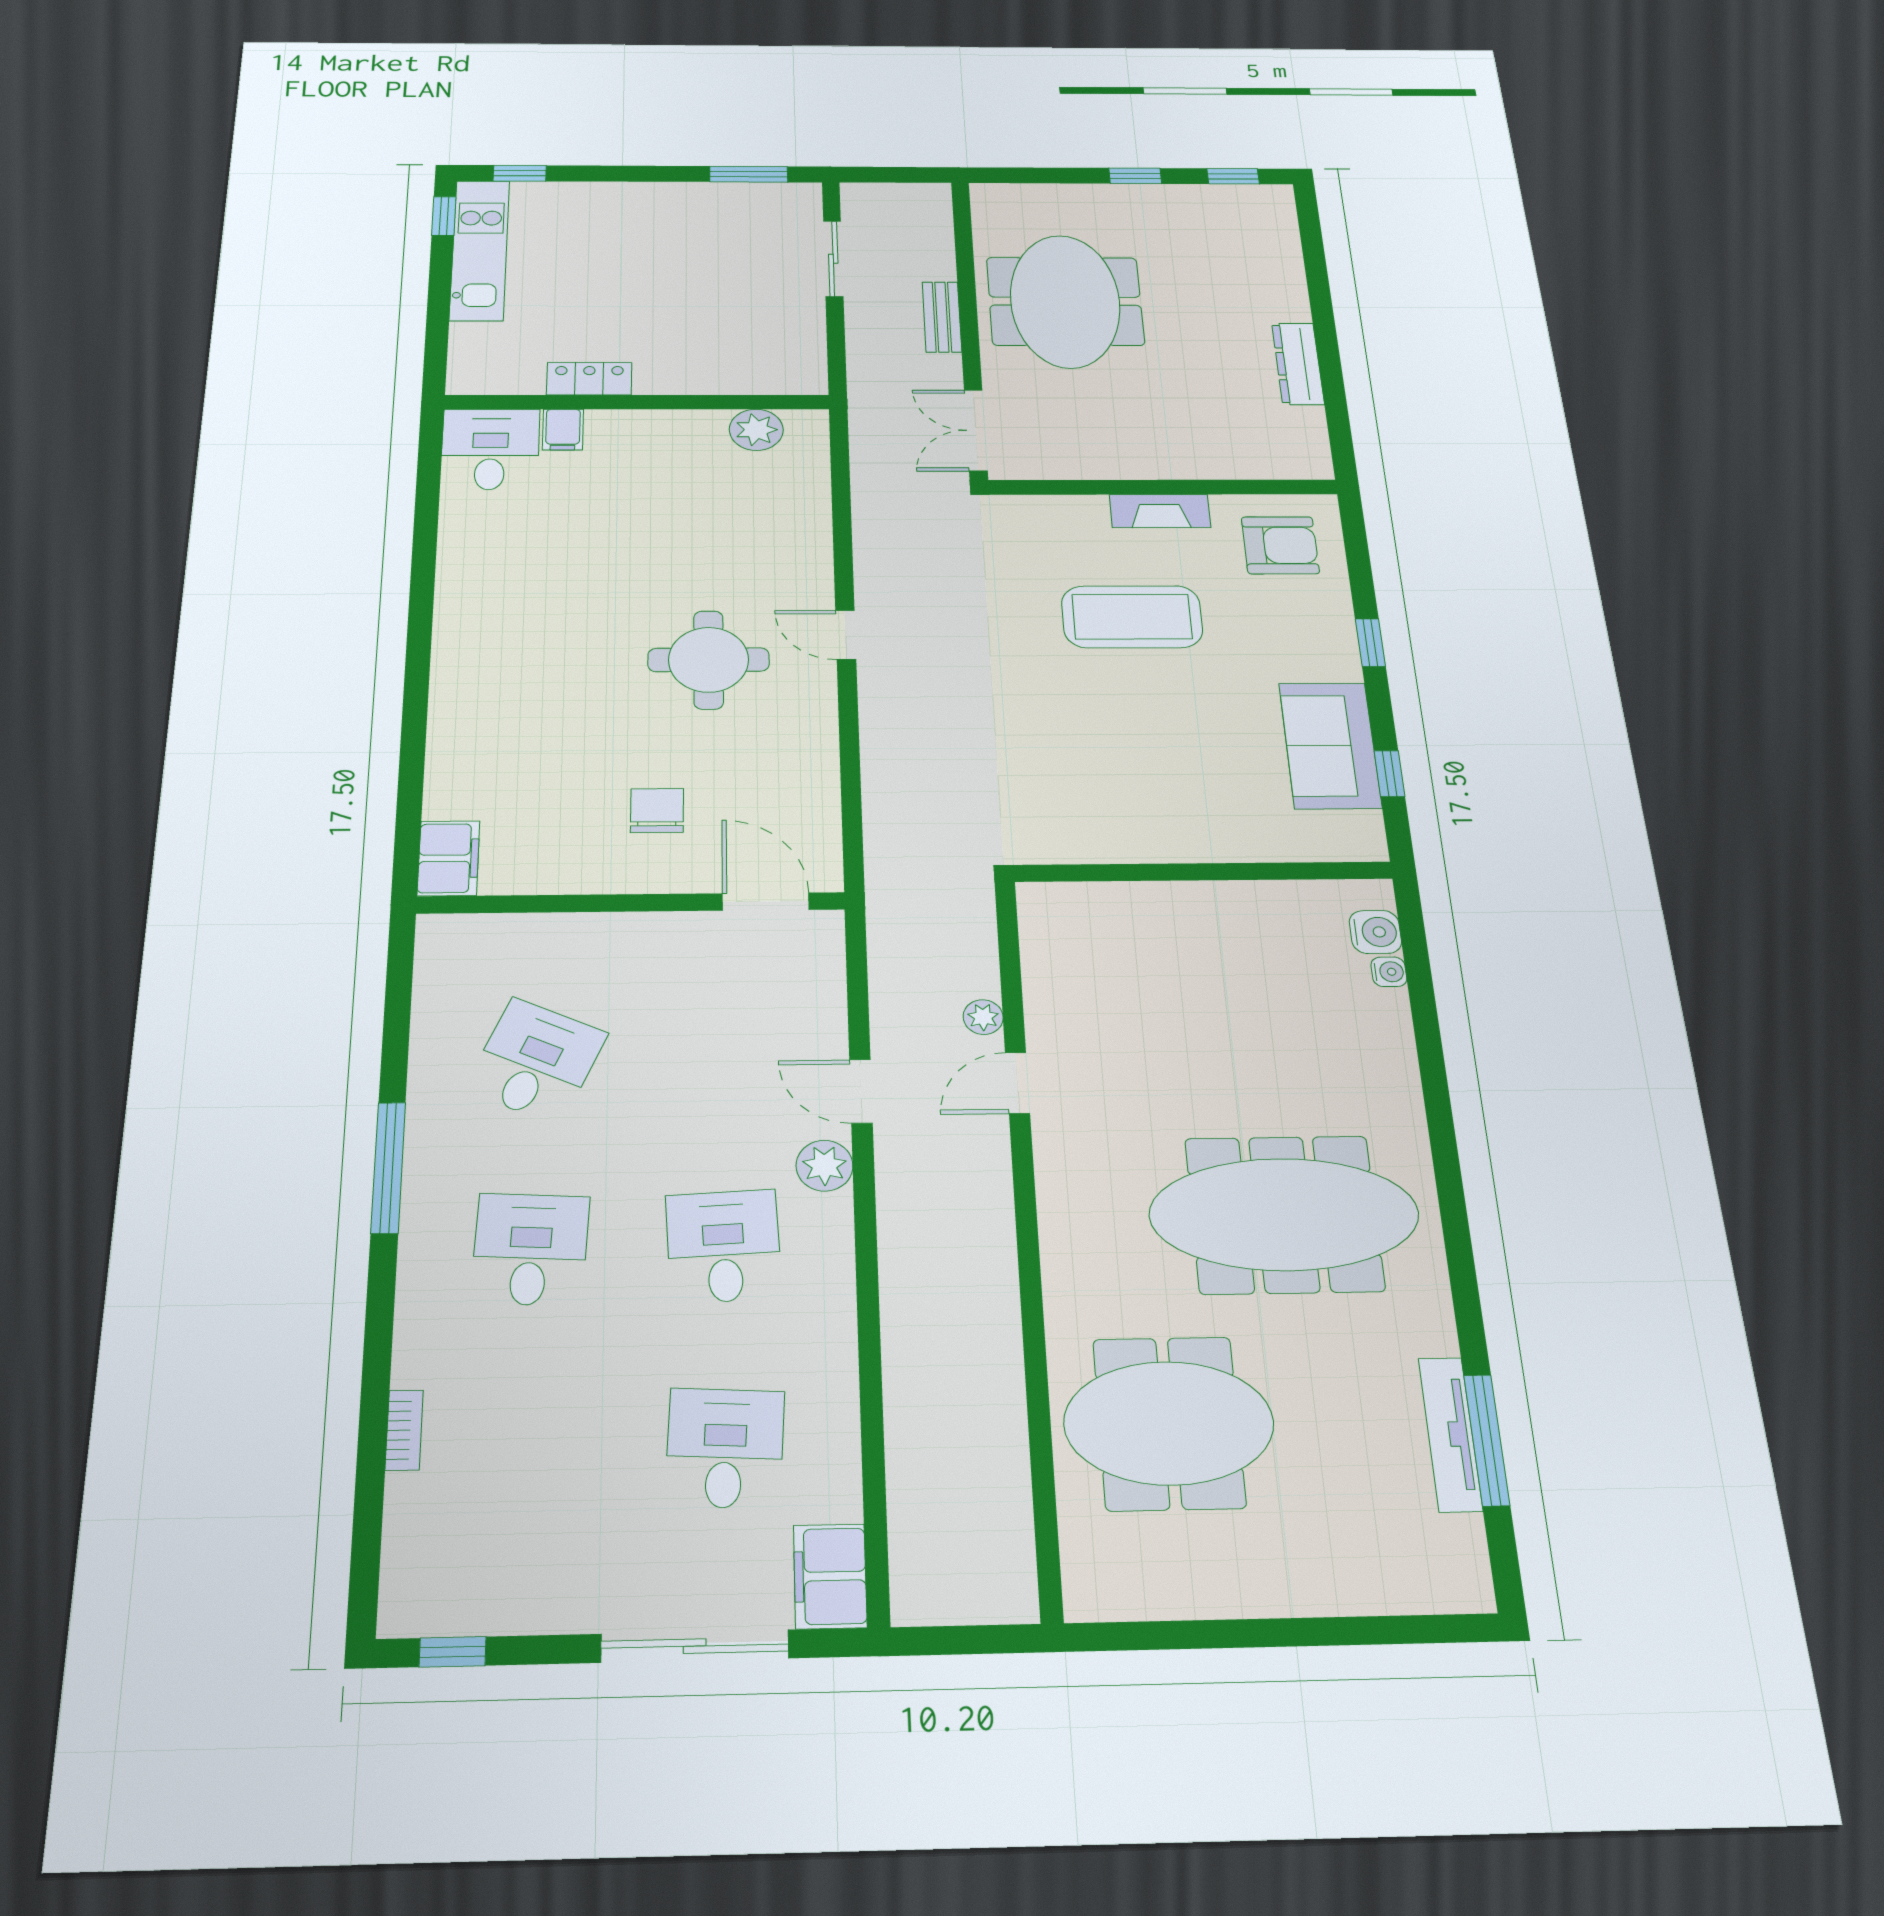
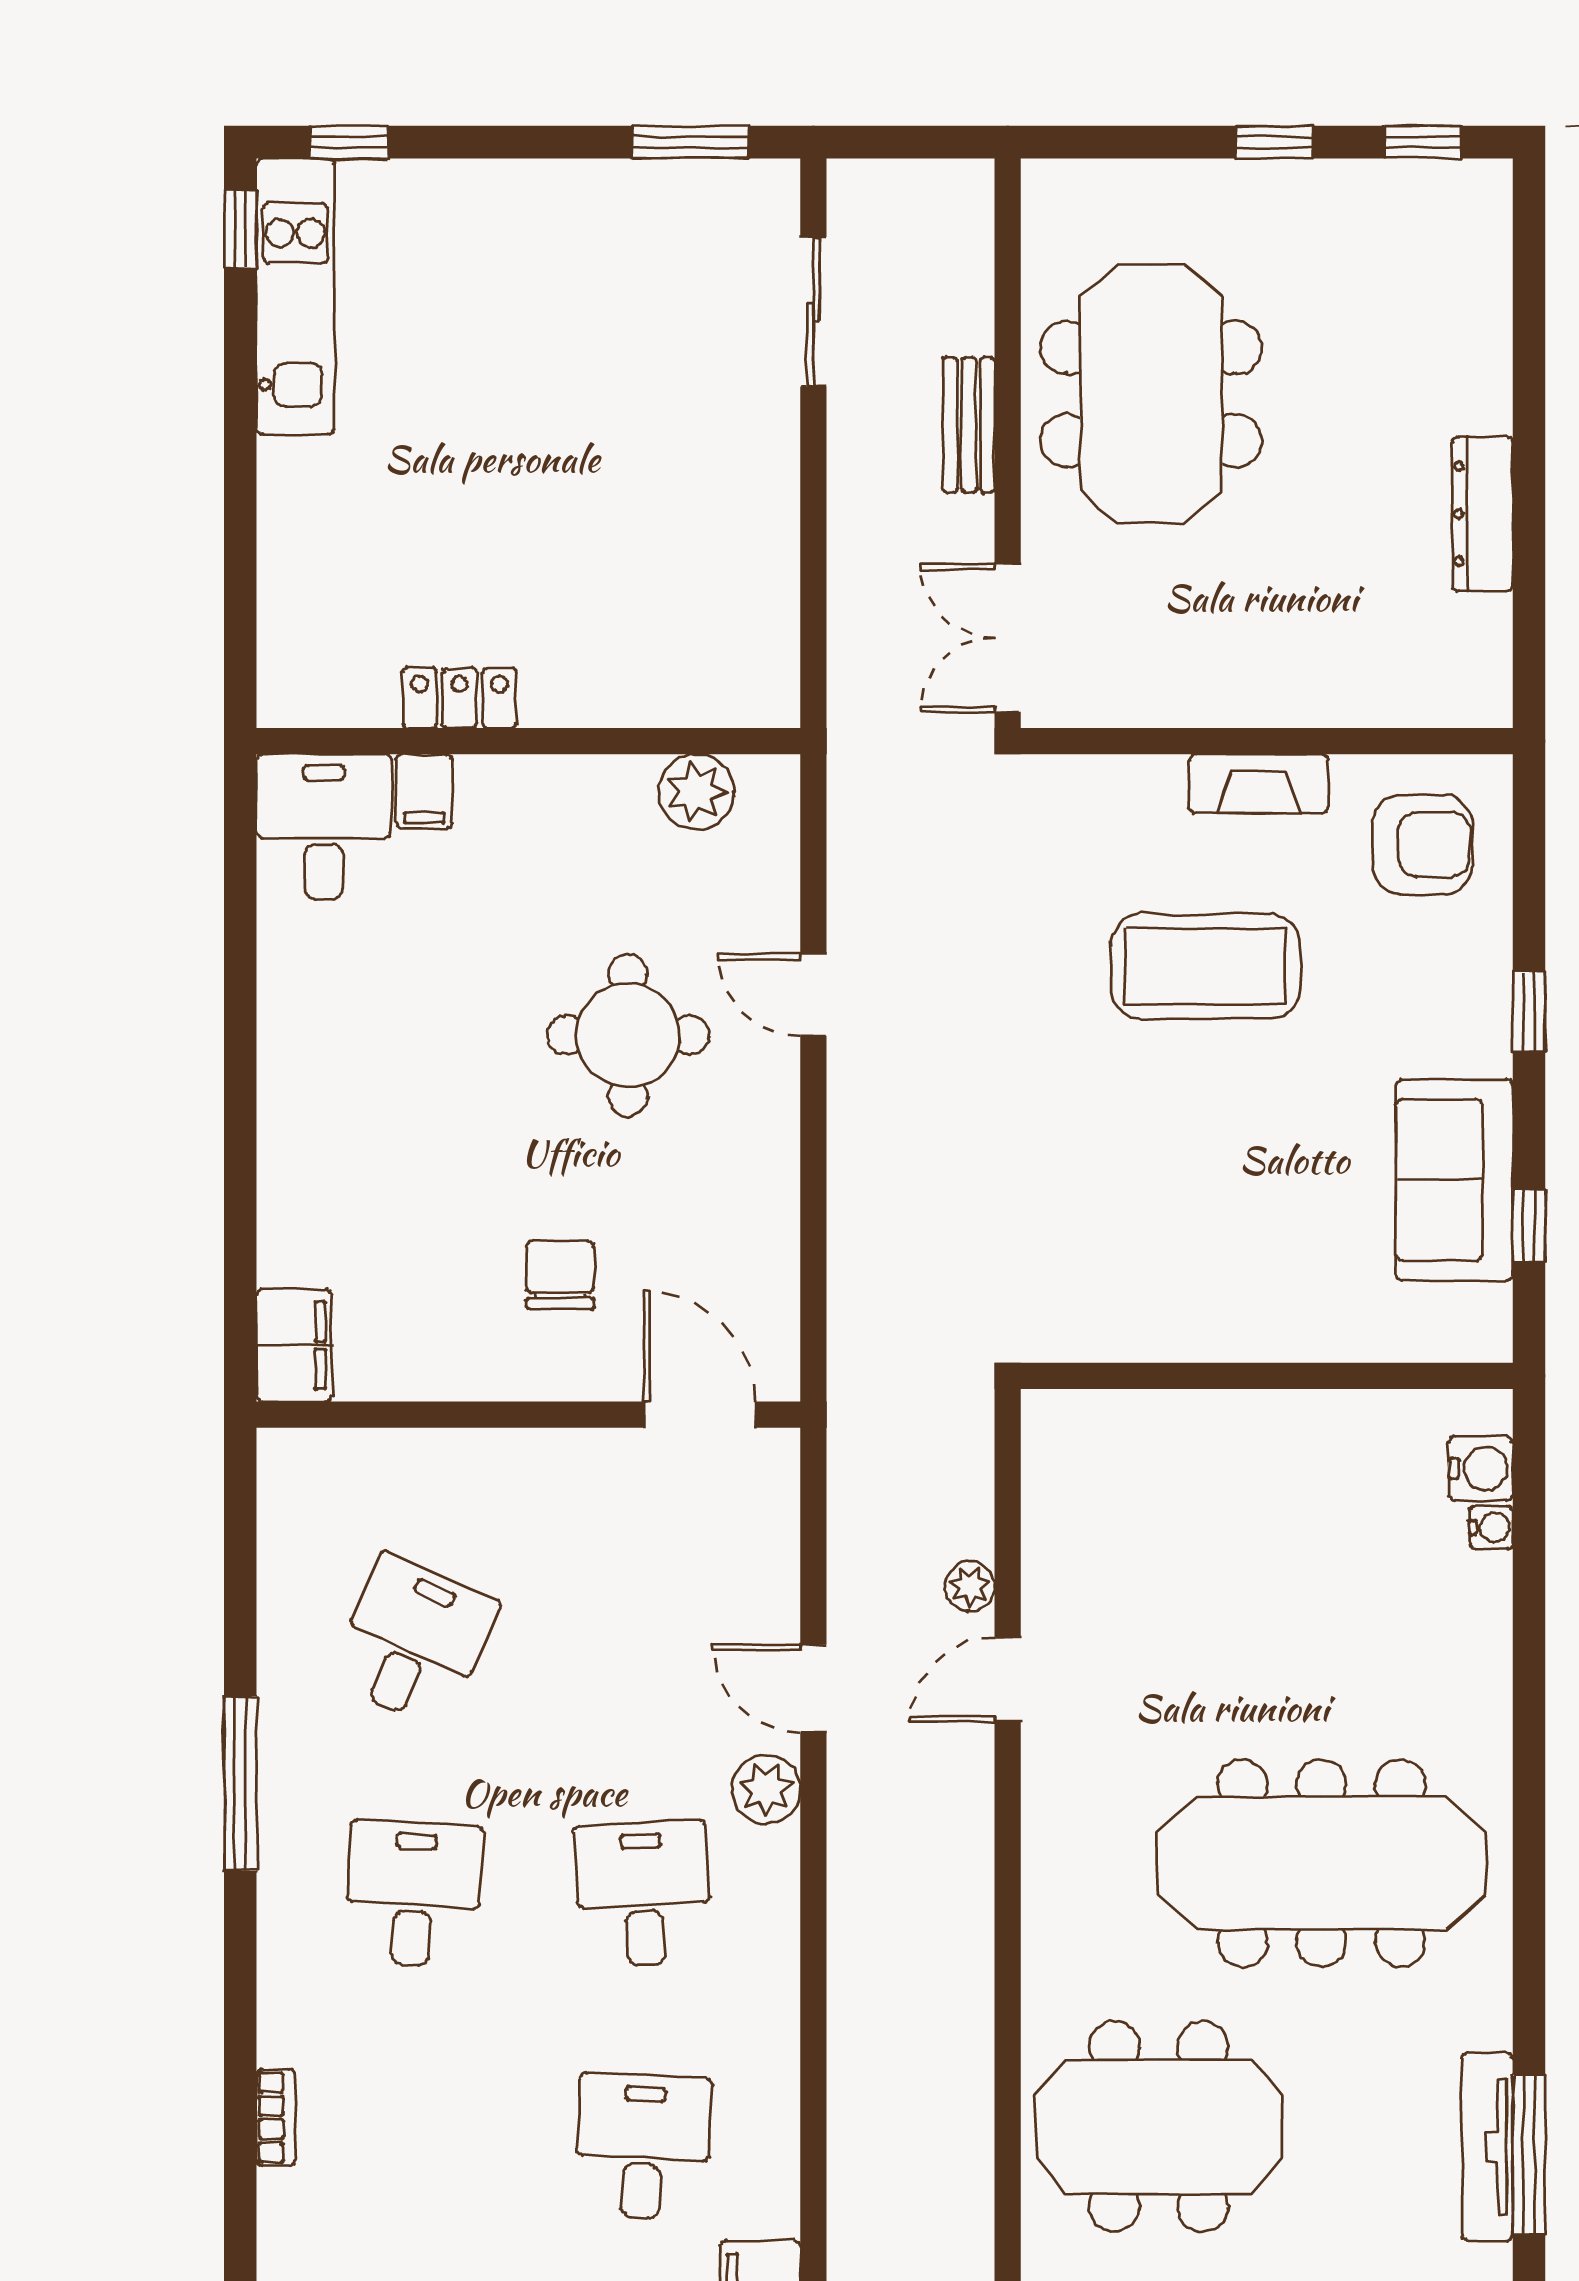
locker: (589, 379) -> (460, 698), moved
wall: (637, 402) -> (528, 741), moved
filing cabinet: (563, 430) -> (424, 791), moved
plant: (756, 430) -> (696, 792), moved
desk: (490, 449) -> (324, 827), moved

